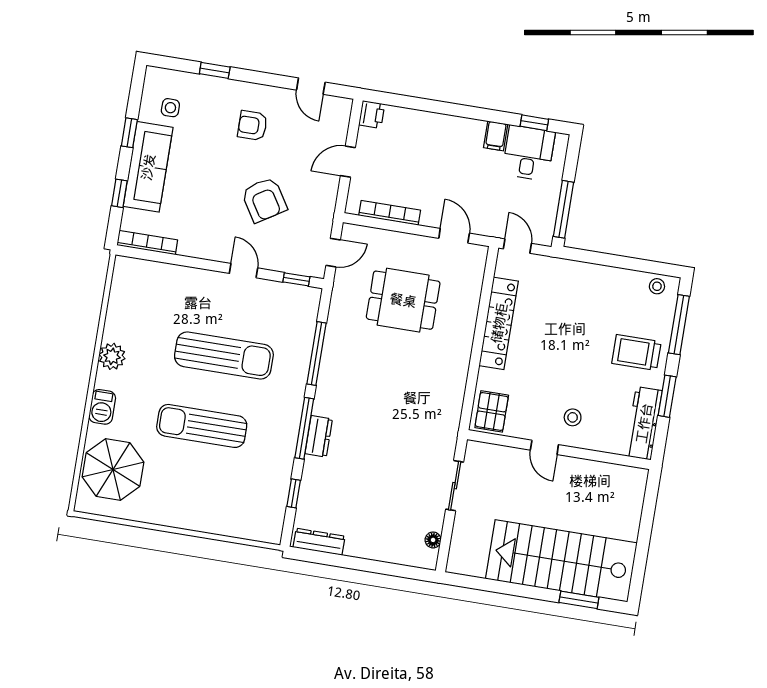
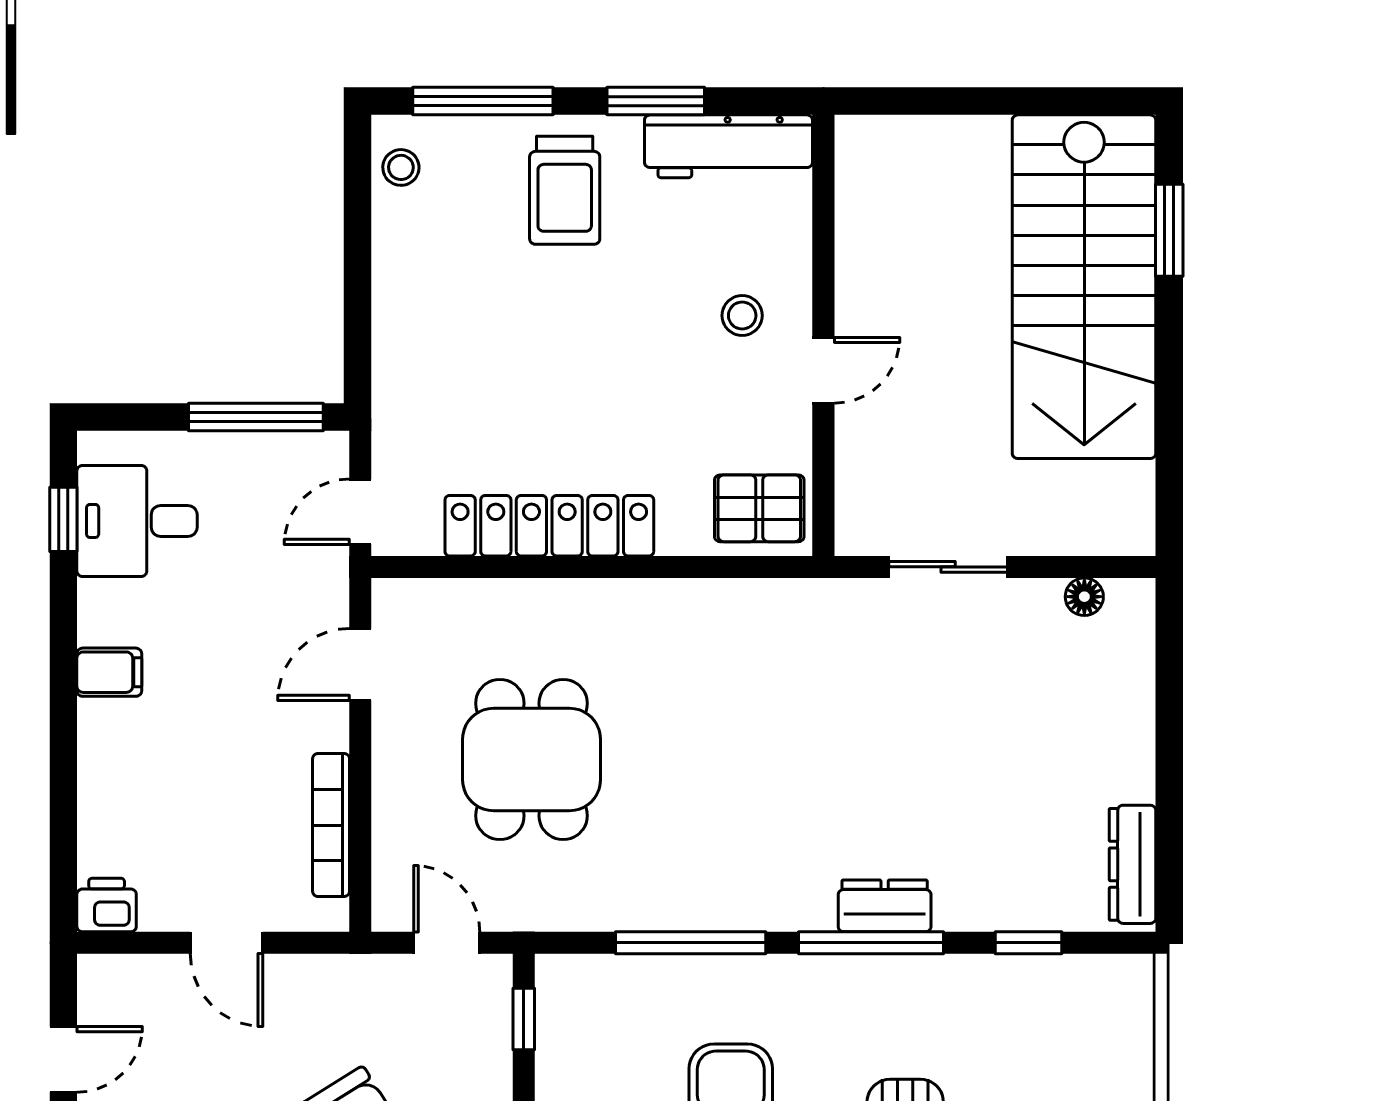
filing cabinet: (496, 136) -> (109, 672), moved

